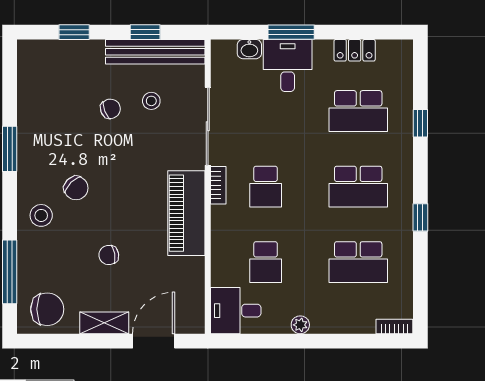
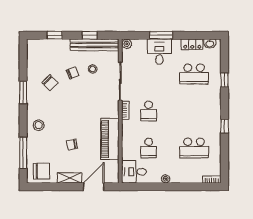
washbasin: (249, 49) -> (210, 44), moved
plant: (221, 50) -> (127, 44), added
school desk: (358, 187) -> (194, 111), removed
chair: (76, 188) -> (50, 83), moved
piano: (186, 213) -> (110, 139), moved

